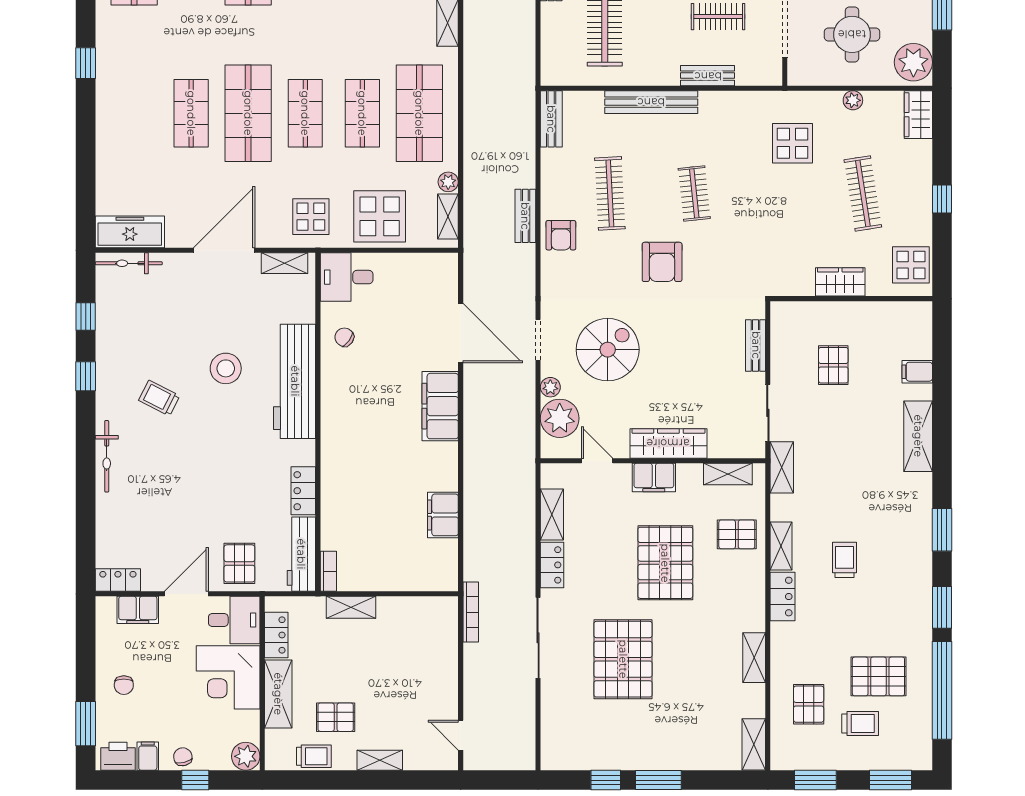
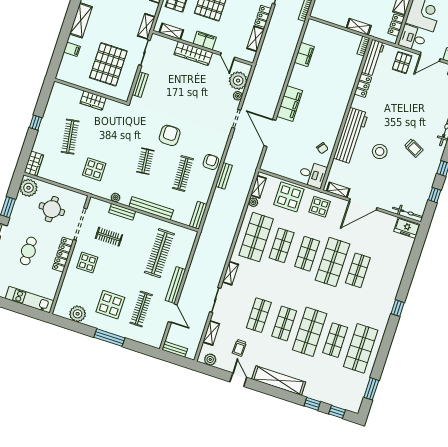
plant: (853, 100) -> (115, 197), moved
freezer: (130, 232) -> (407, 228), width x0.71
display table: (911, 265) -> (59, 98), removed
spiral stairs: (608, 350) -> (207, 104), removed
pallet: (833, 365) -> (108, 64), width x2.05, depth x2.00

